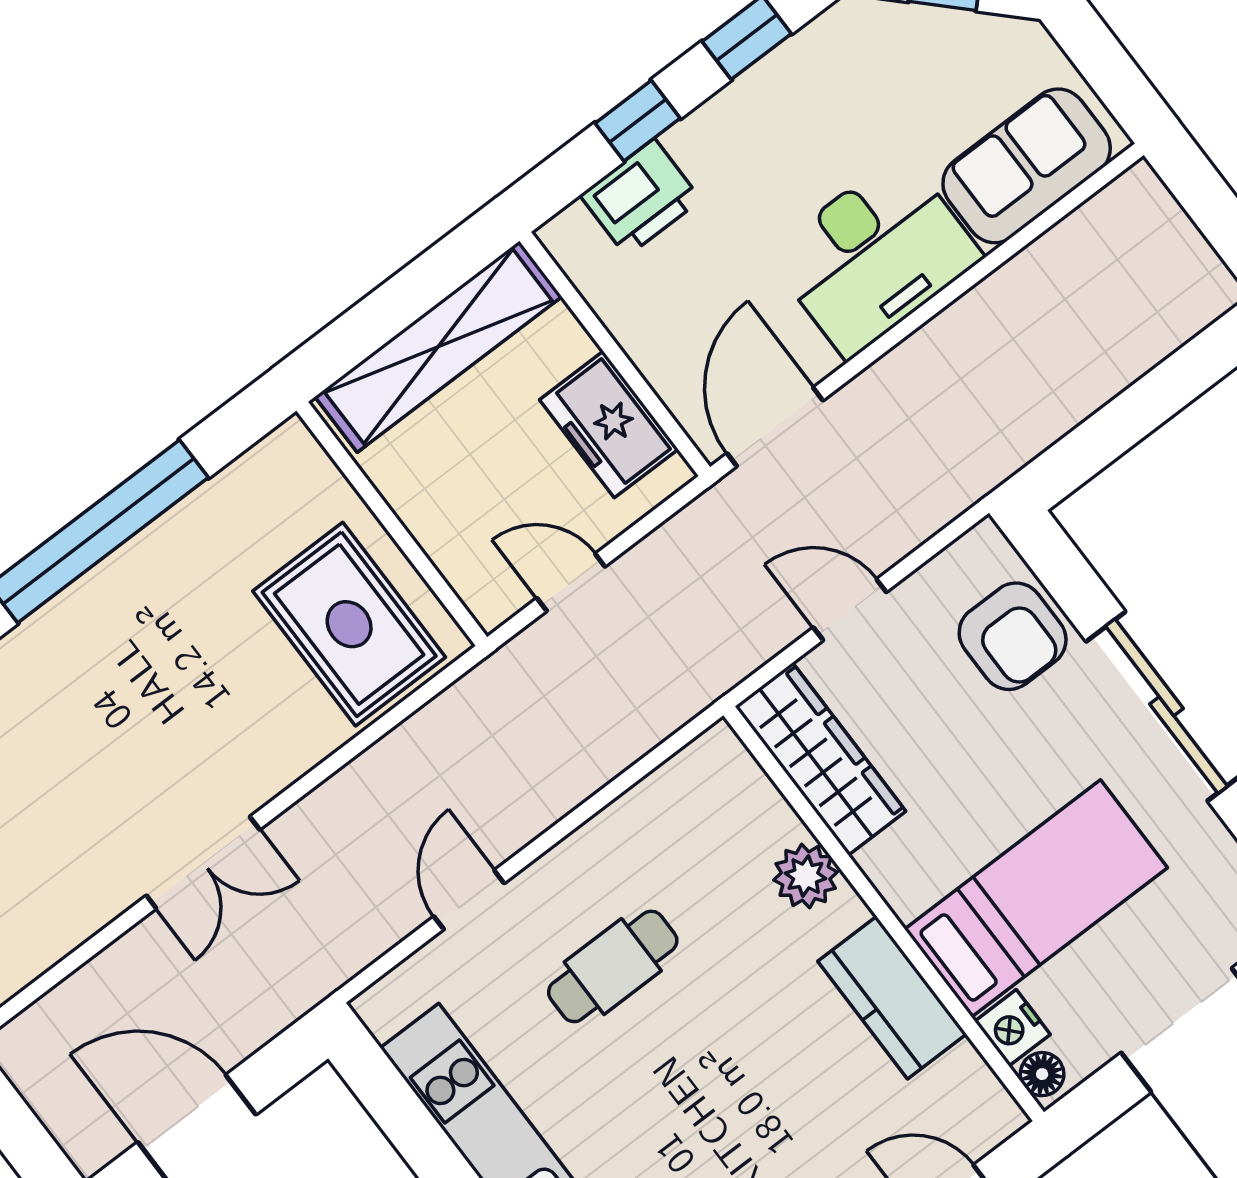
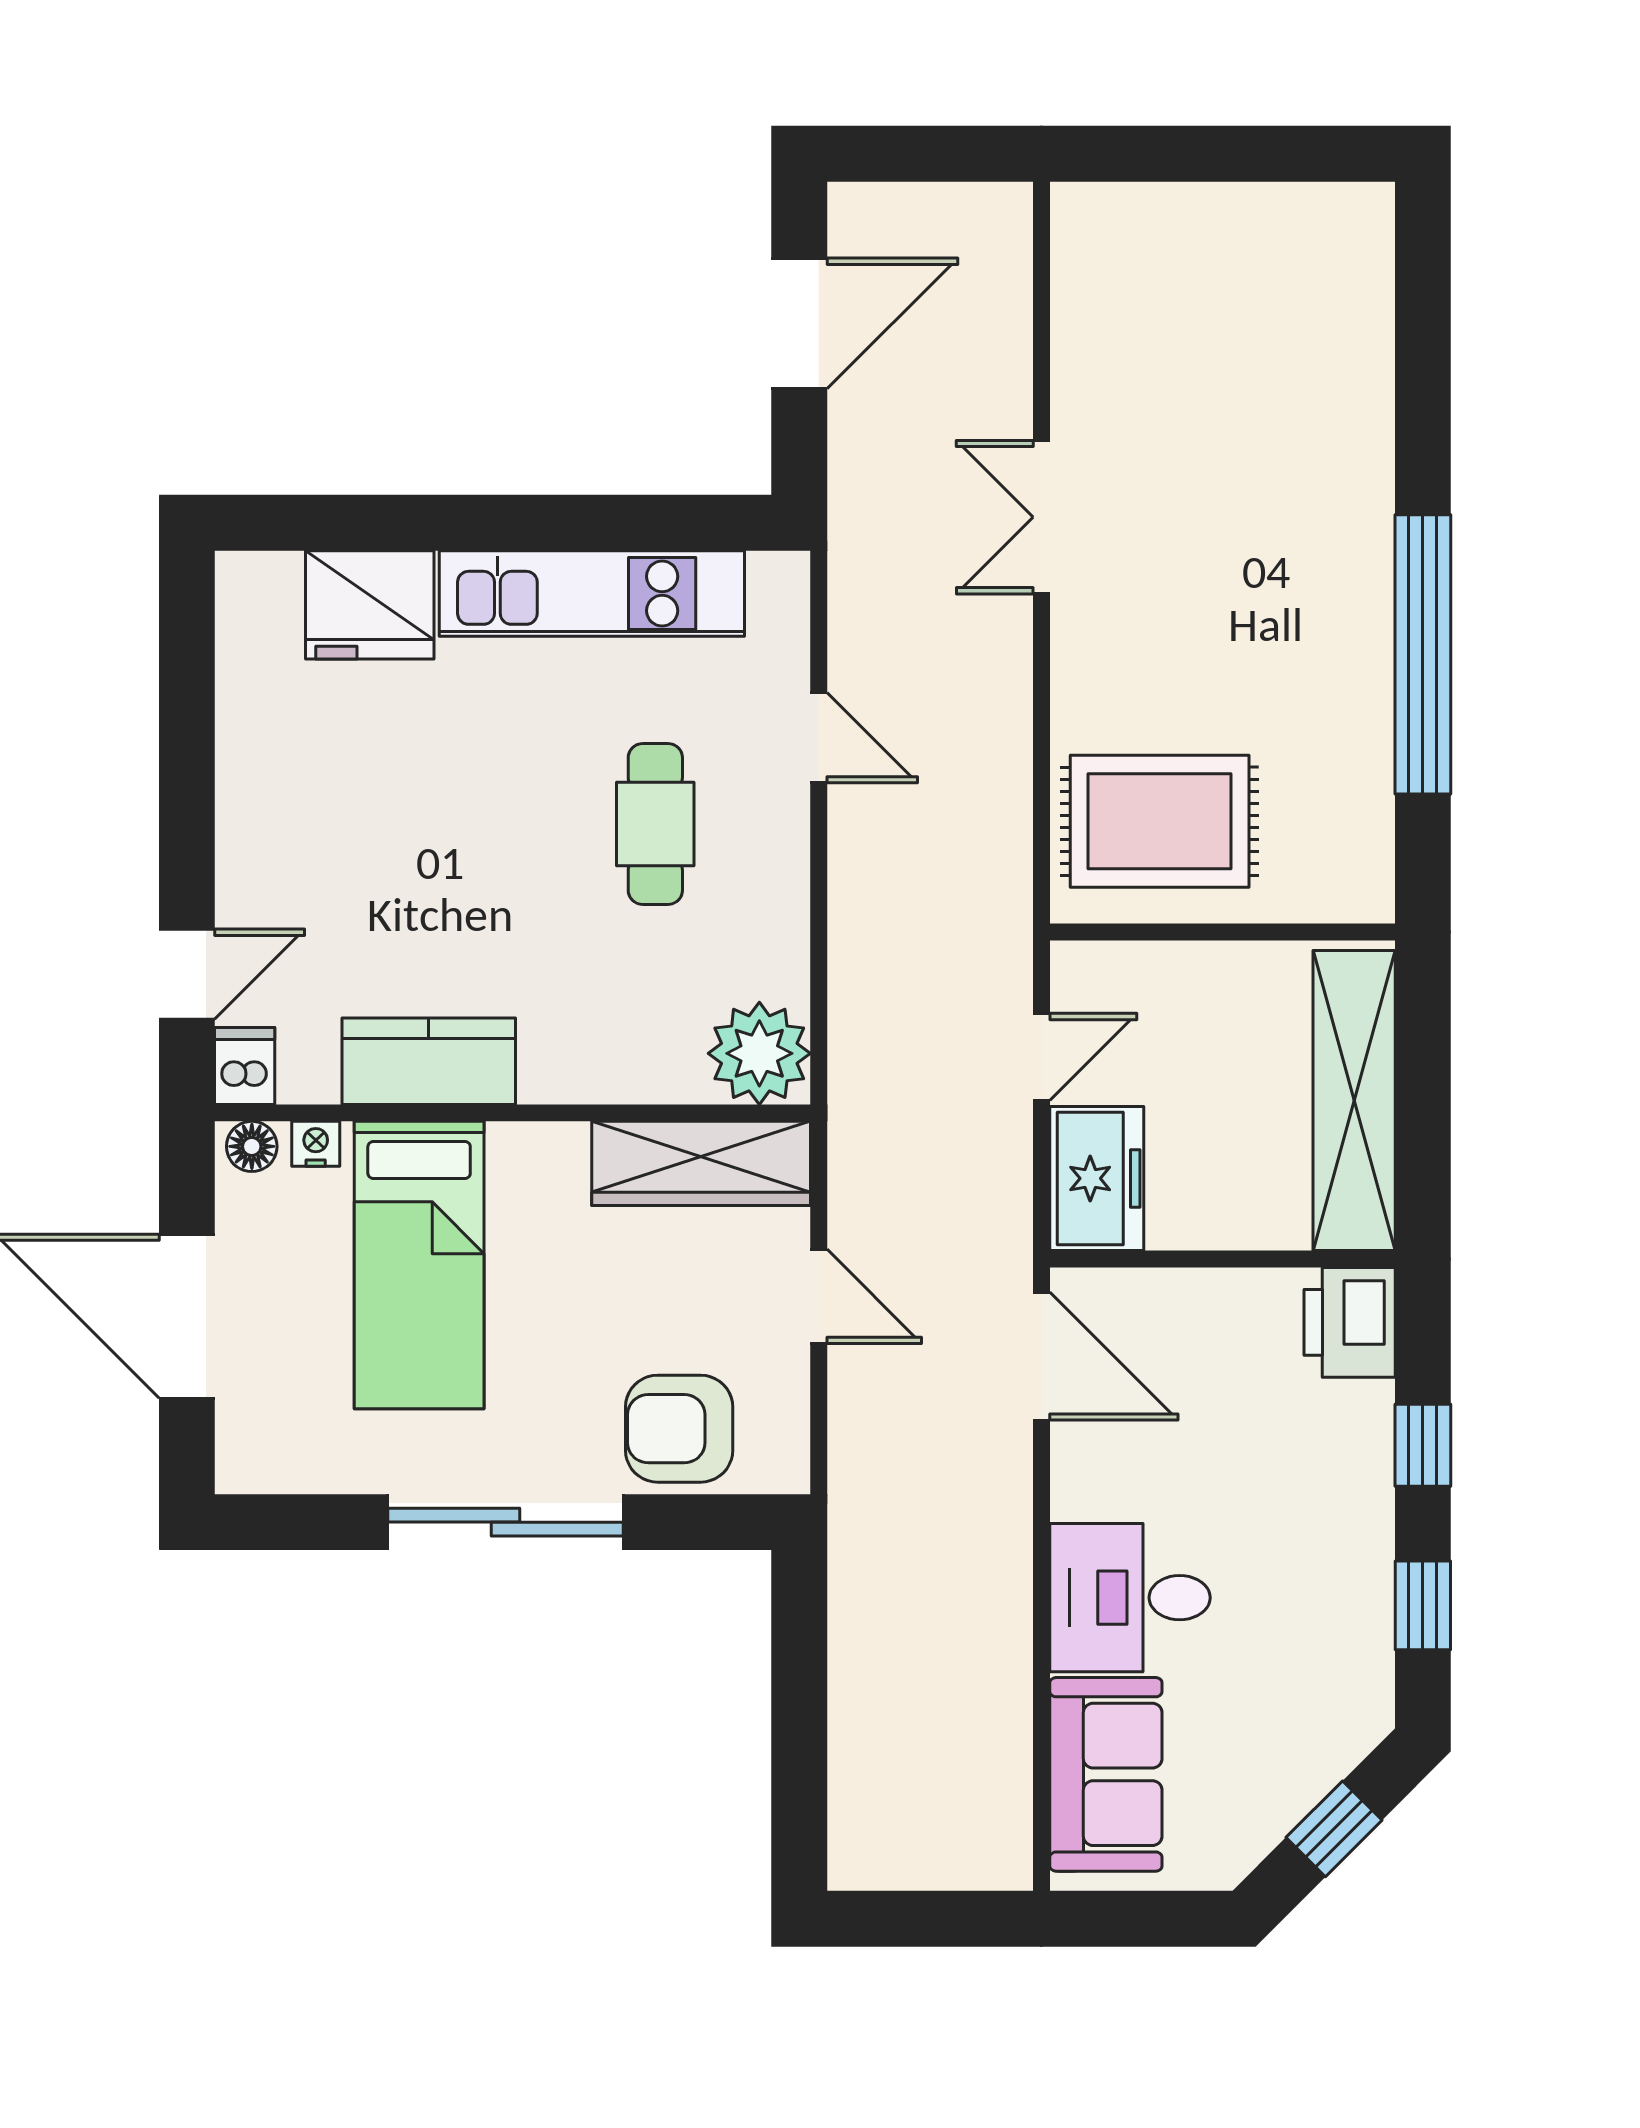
printer: (640, 198) -> (1350, 1322), moved
desk: (875, 256) -> (1130, 1598), width x0.73
freezer: (609, 424) -> (1097, 1178), moved, turned 90
door: (850, 610) -> (819, 1296), hinge flipped
plant: (806, 876) -> (759, 1053), moved, width x1.36, depth x1.36
nightstand: (1012, 1028) -> (316, 1144), width x0.72, depth x0.74
dishwasher: (991, 1121) -> (245, 1066), added

